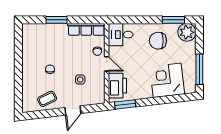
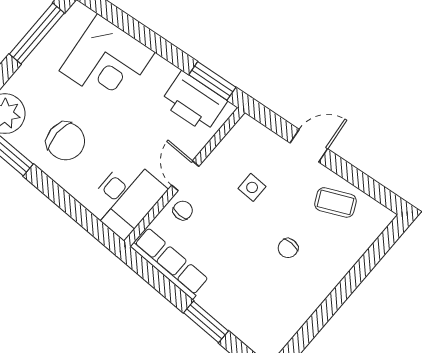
desk: (121, 35) -> (126, 198), width x1.37
printer: (117, 86) -> (194, 102), moved, turned -97

